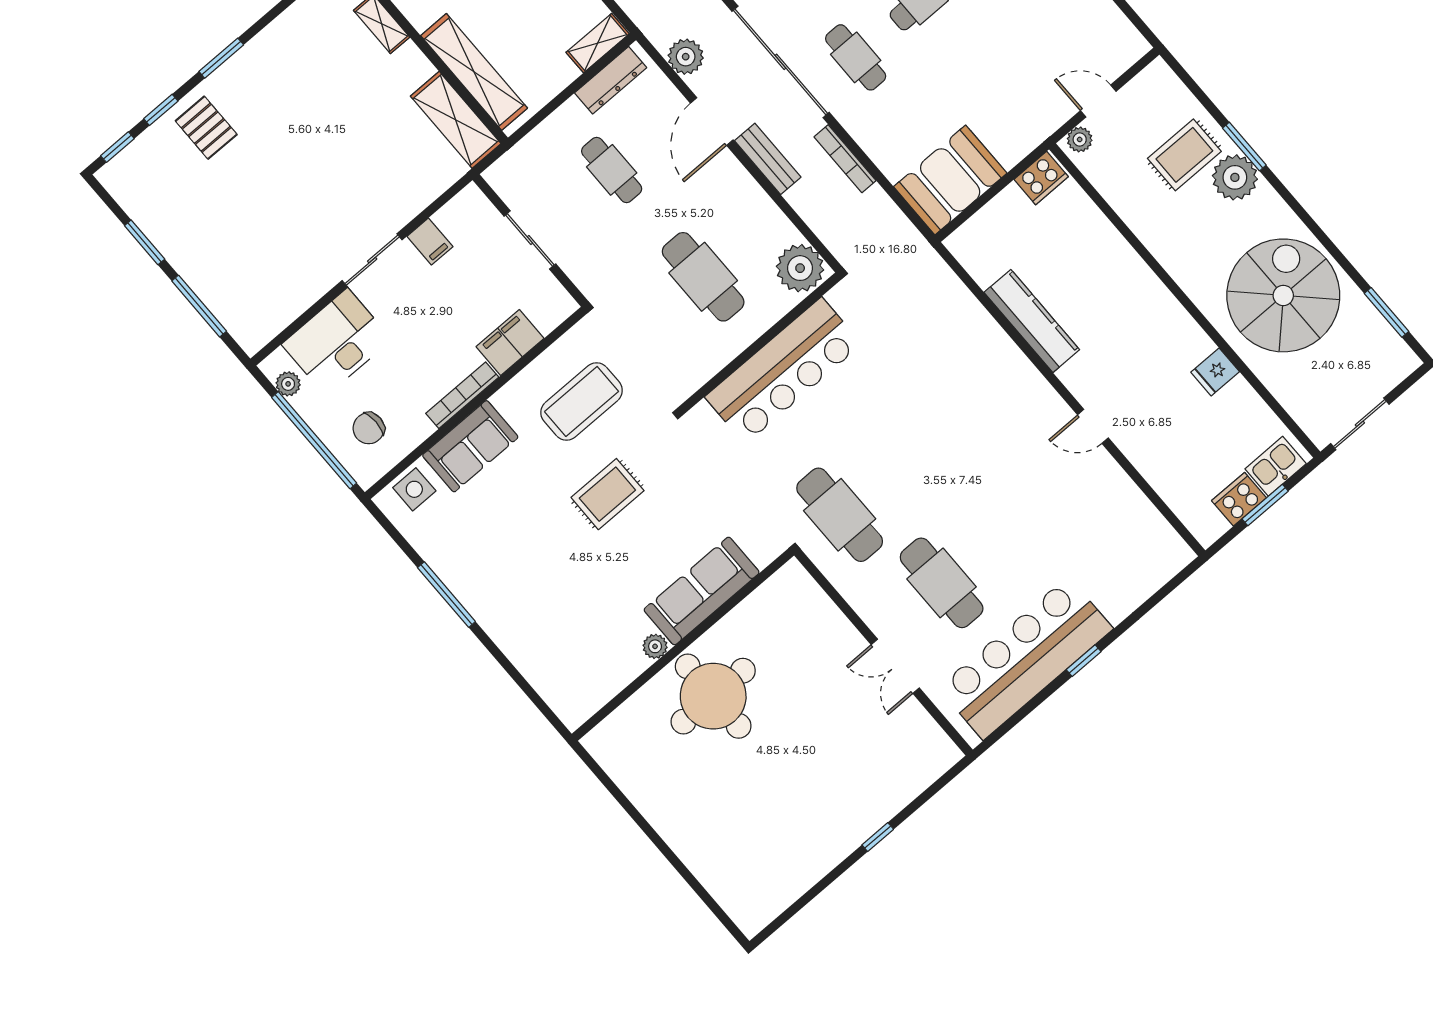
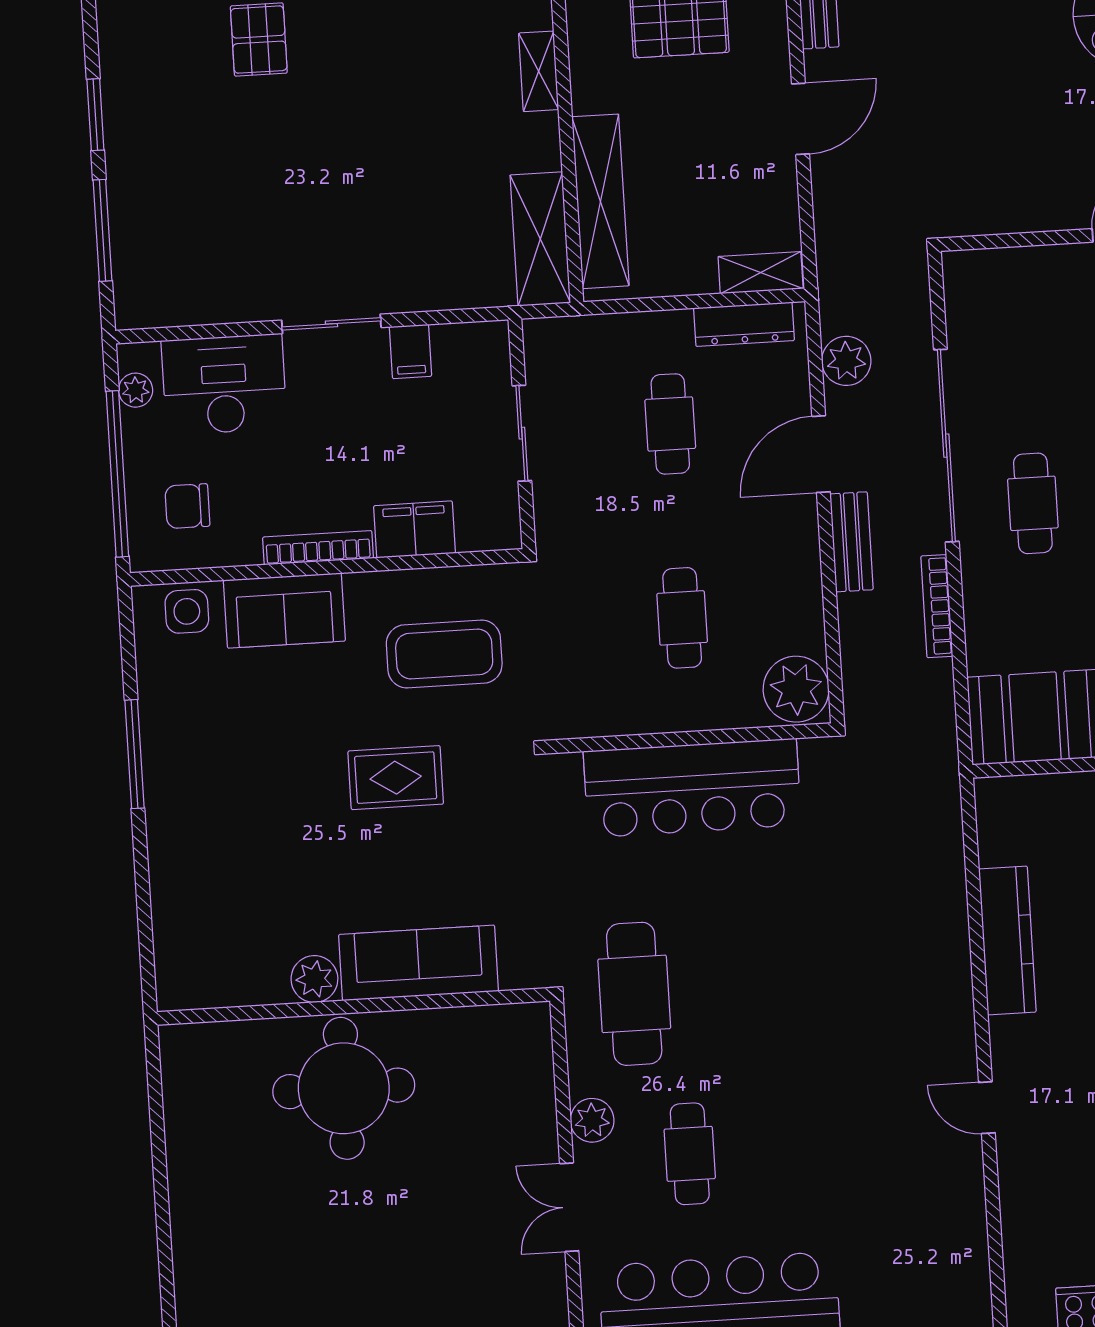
cafe table: (703, 277) -> (682, 618), width x0.73, depth x0.74
cafe table: (942, 583) -> (690, 1154), width x0.73, depth x0.74
plant: (871, 606) -> (592, 1120), added
plant: (655, 646) -> (314, 979), width x1.38, depth x1.38

